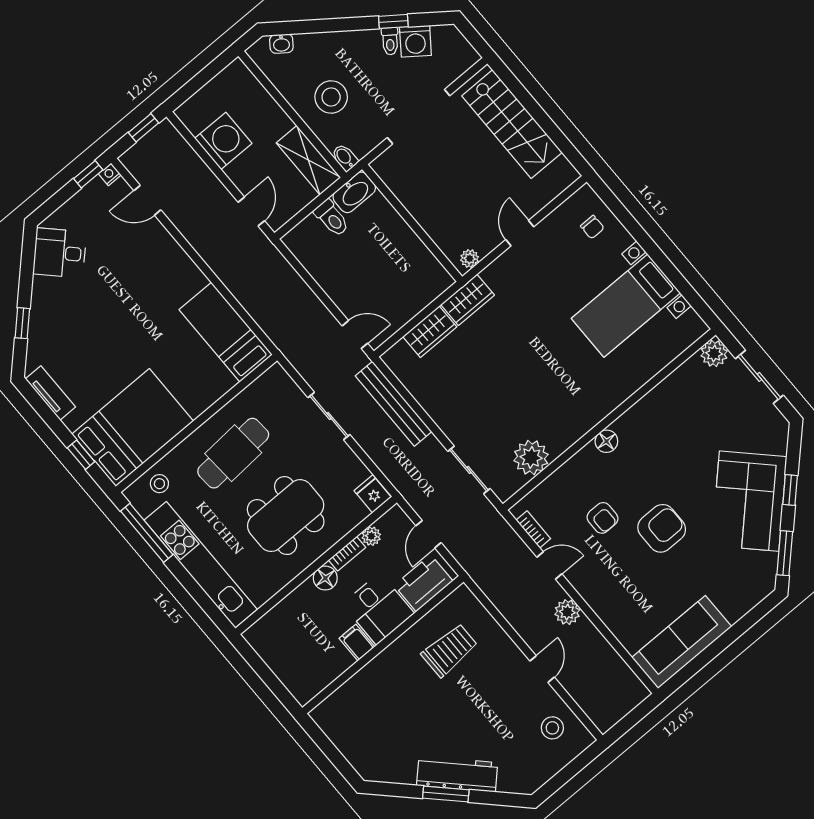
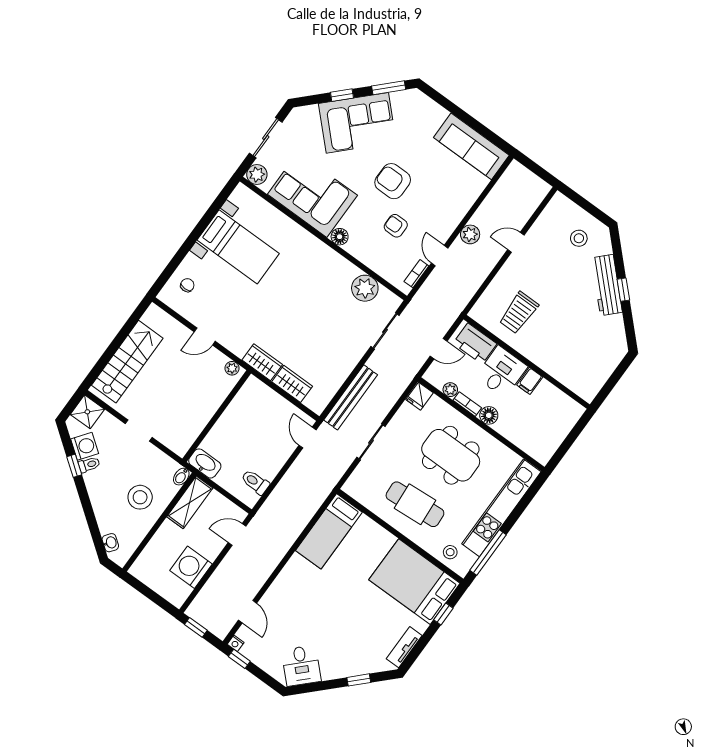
shower: (459, 56) -> (87, 412), added
doorway: (419, 117) -> (139, 430), width x0.53
toilet: (332, 218) -> (255, 482), moved, turned -90
corner sofa: (670, 419) -> (312, 195), added
armchair: (602, 518) -> (396, 226), turned -90
trolley: (449, 650) -> (519, 313), turned -90
stool: (552, 728) -> (579, 238), moved
window: (446, 794) -> (623, 290), width x0.67

